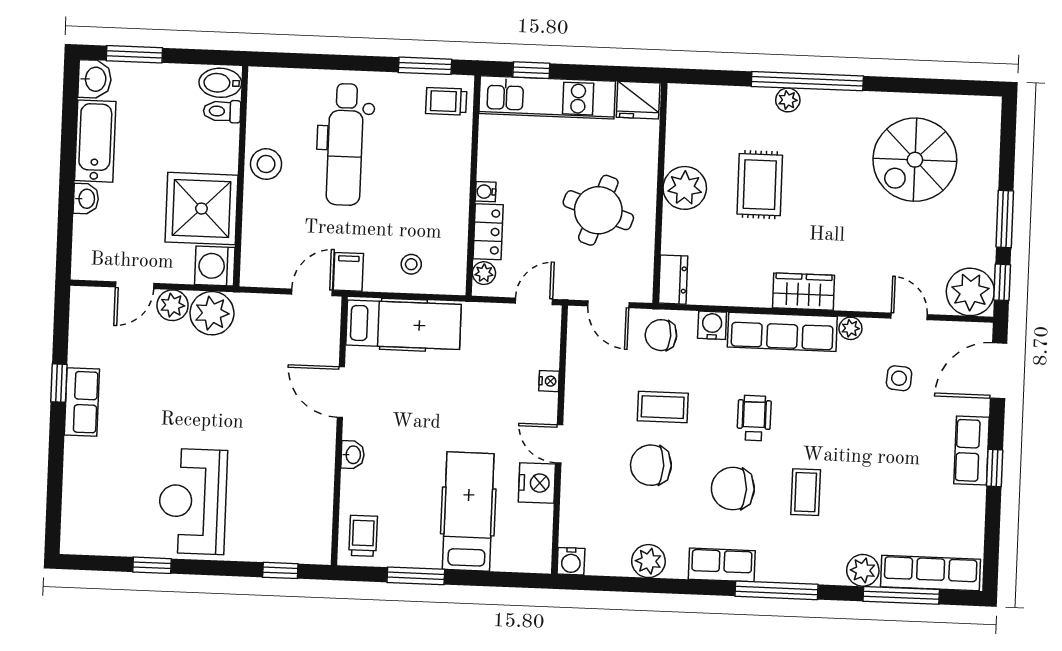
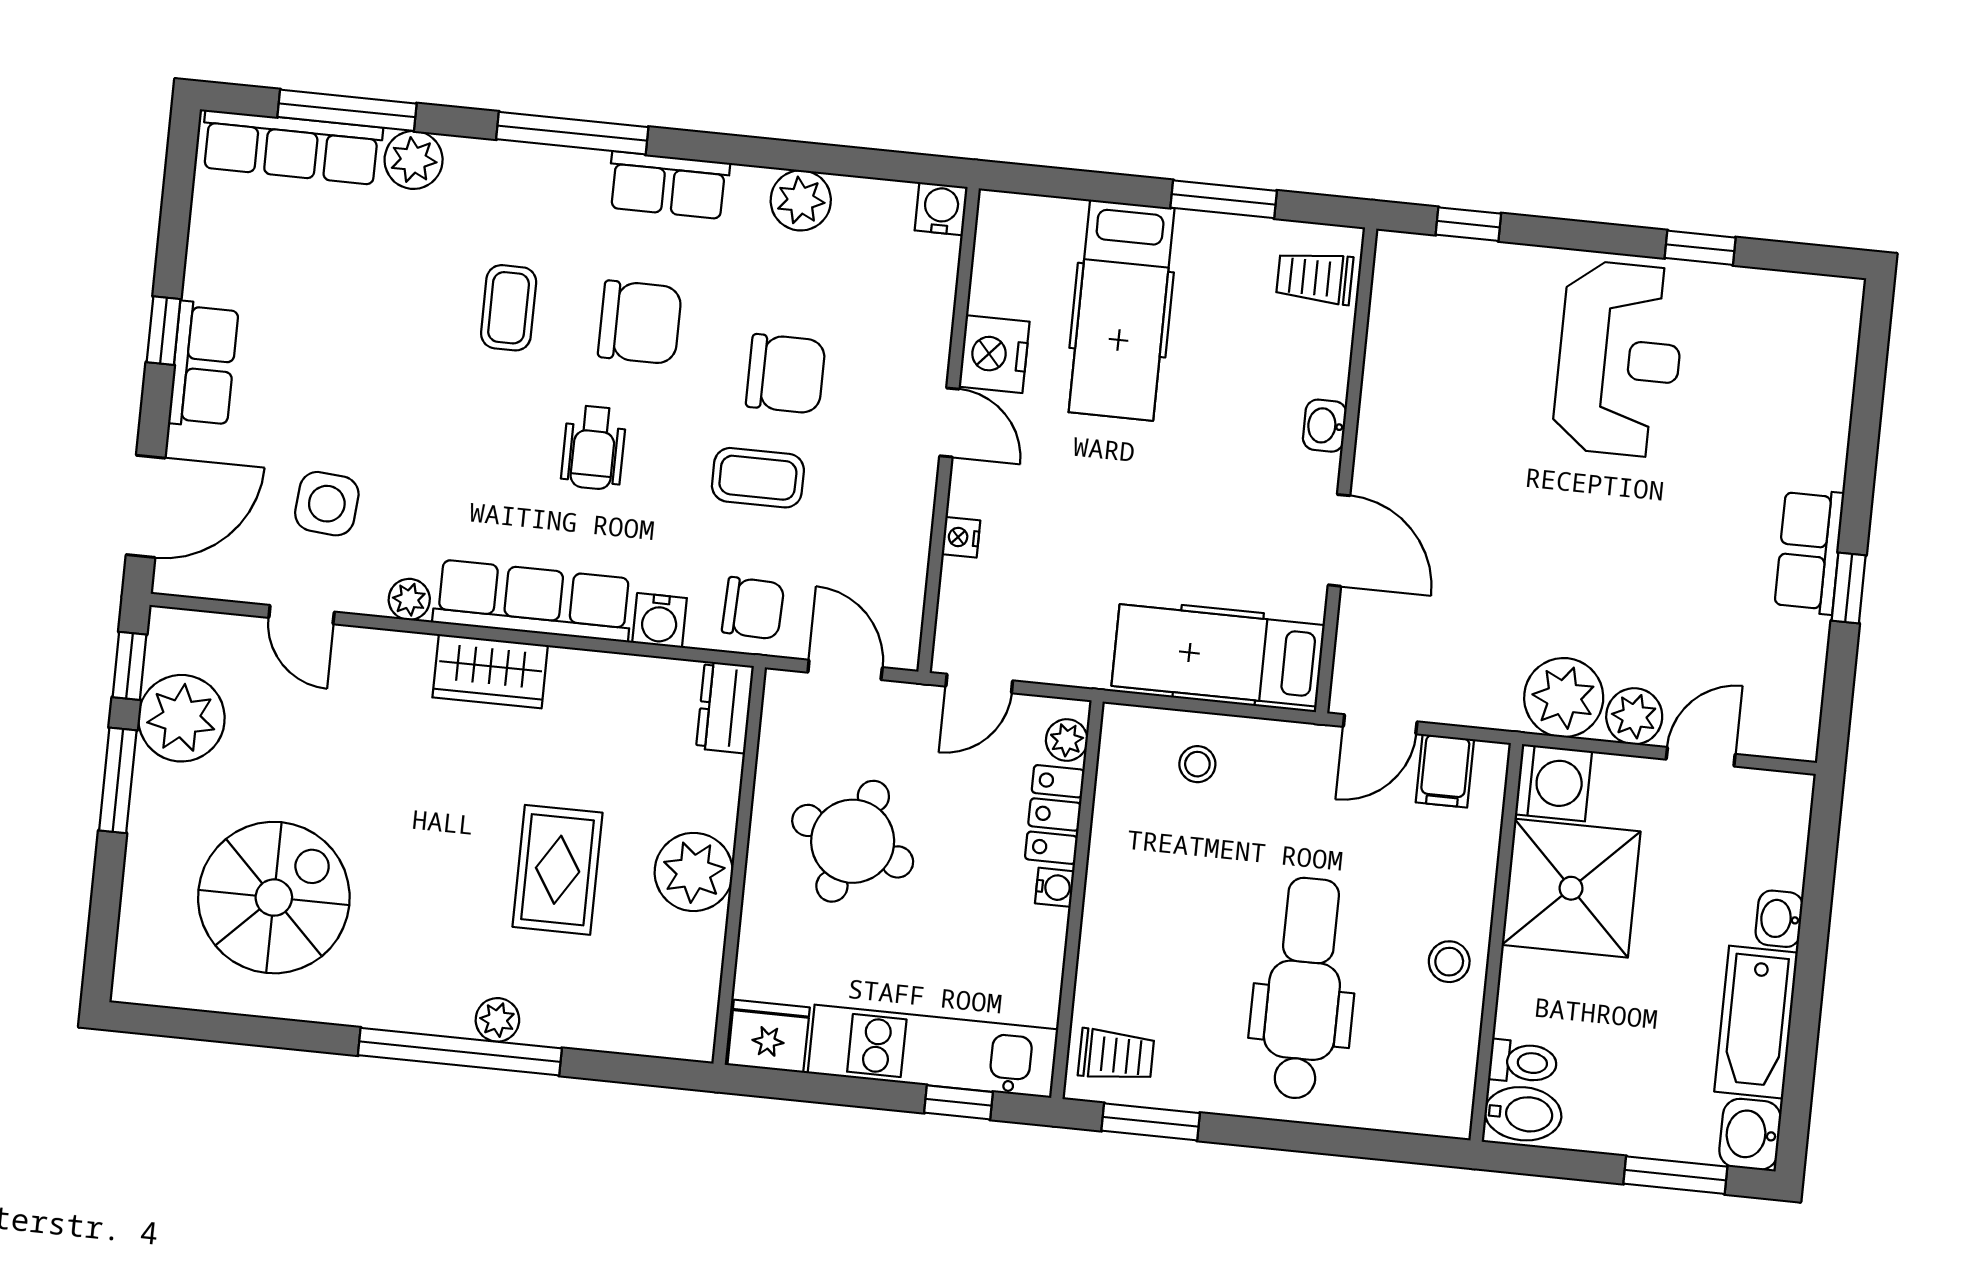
stool: (266, 164) -> (1449, 962), width x0.73, depth x0.73
filing cabinet: (348, 272) -> (1445, 771), moved
plant: (970, 292) -> (181, 718), moved
side table: (899, 378) -> (327, 504), width x1.37, depth x1.37
trolley: (363, 536) -> (1315, 278), turned 90

